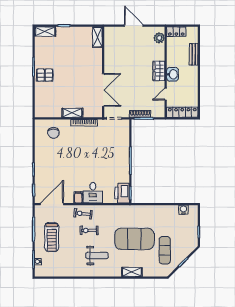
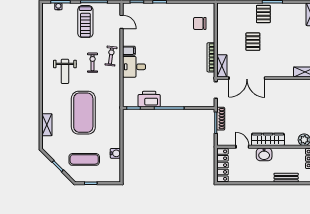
wardrobe: (159, 71) -> (268, 139), width x1.50
pallet: (70, 85) -> (253, 42), added
shelving: (72, 113) -> (222, 66), moved
printer: (122, 193) -> (149, 99), moved
door: (52, 204) -> (122, 22), width x0.53
water cooler: (183, 210) -> (115, 153), moved
treadmill: (52, 237) -> (85, 22), turned -90
exercise mat: (165, 250) -> (84, 159), moved
shelving: (132, 272) -> (47, 125), moved

